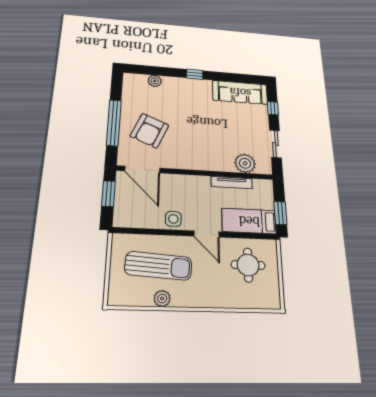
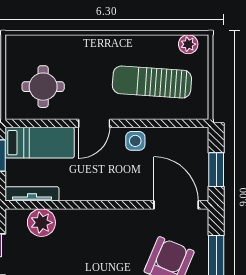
tv unit: (232, 183) -> (32, 194), moved
door: (206, 234) -> (94, 123), swing flipped
plant: (162, 298) -> (188, 44), moved

